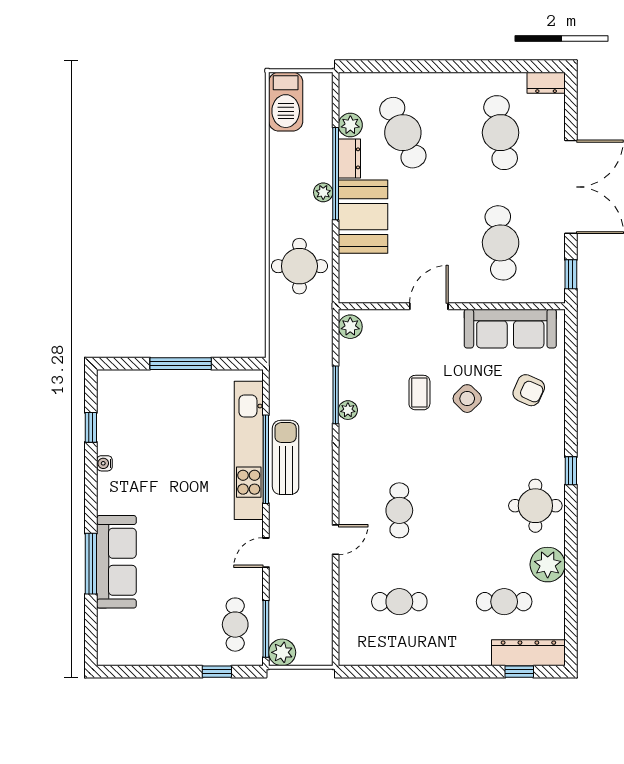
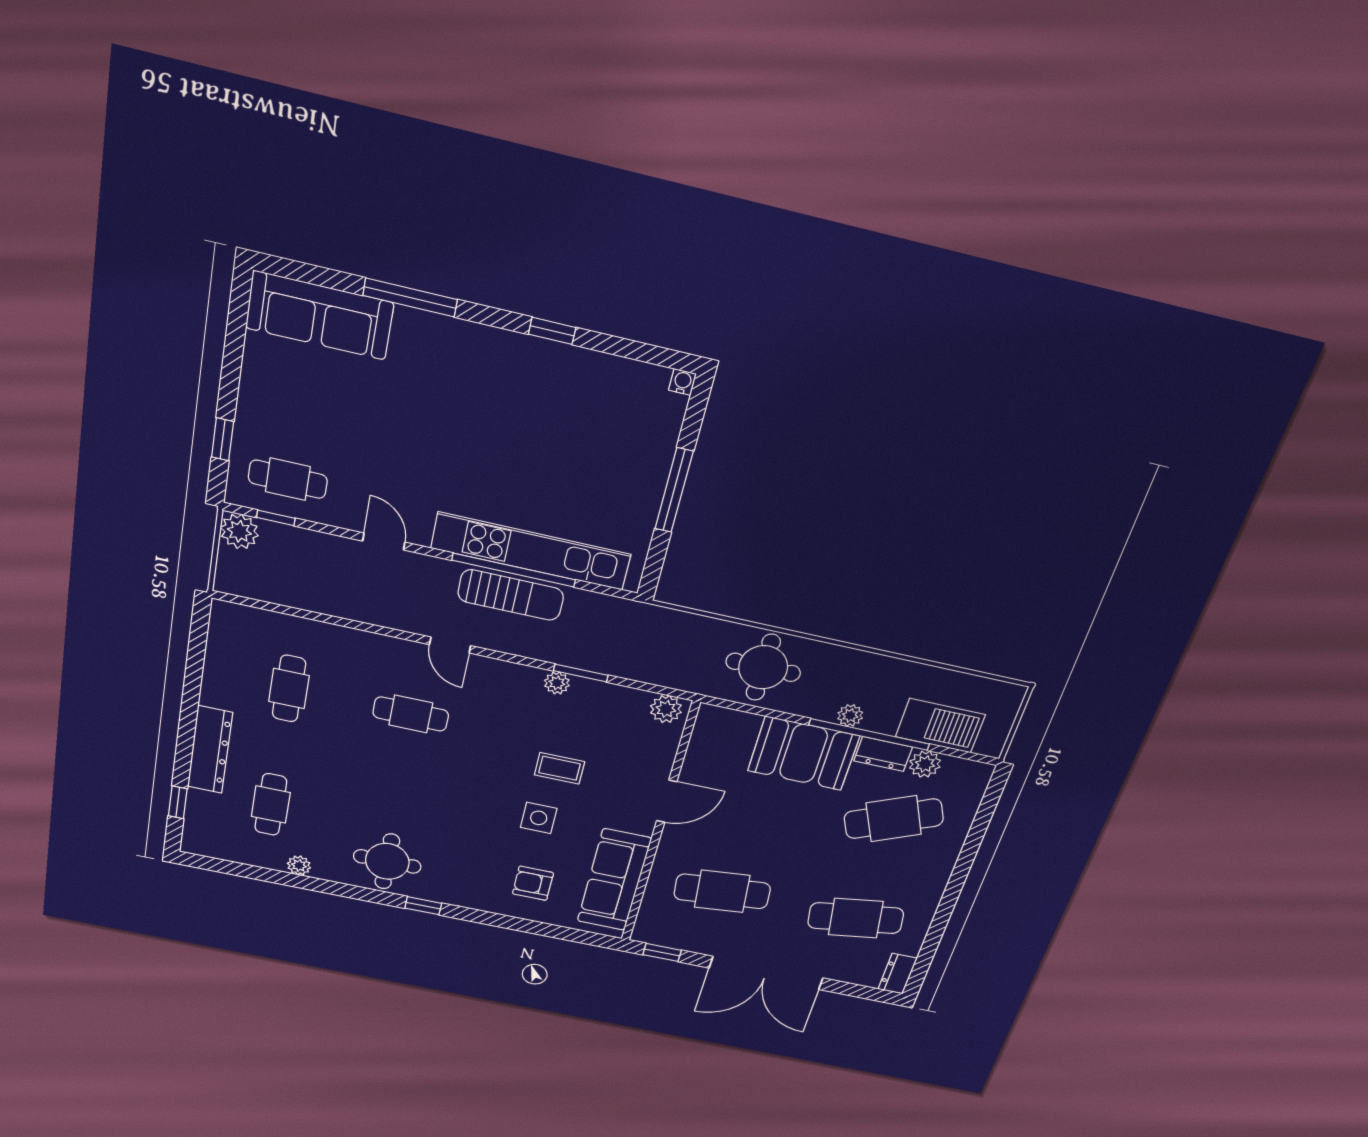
barbecue: (286, 102) -> (940, 726), moved, turned 180
door: (429, 306) -> (667, 801), hinge flipped
armchair: (529, 390) -> (533, 883), turned 66
window: (336, 395) -> (581, 673), width x0.69
side table: (467, 399) -> (539, 818), turned 45
window: (91, 427) -> (552, 331), moved
water cooler: (104, 463) -> (682, 382), moved
door: (336, 540) -> (450, 645), moved
sofa: (116, 562) -> (320, 315), moved
plant: (548, 565) -> (299, 865), width x0.53, depth x0.53
window: (266, 629) -> (276, 518), width x0.46
dresser: (528, 653) -> (210, 750), moved

